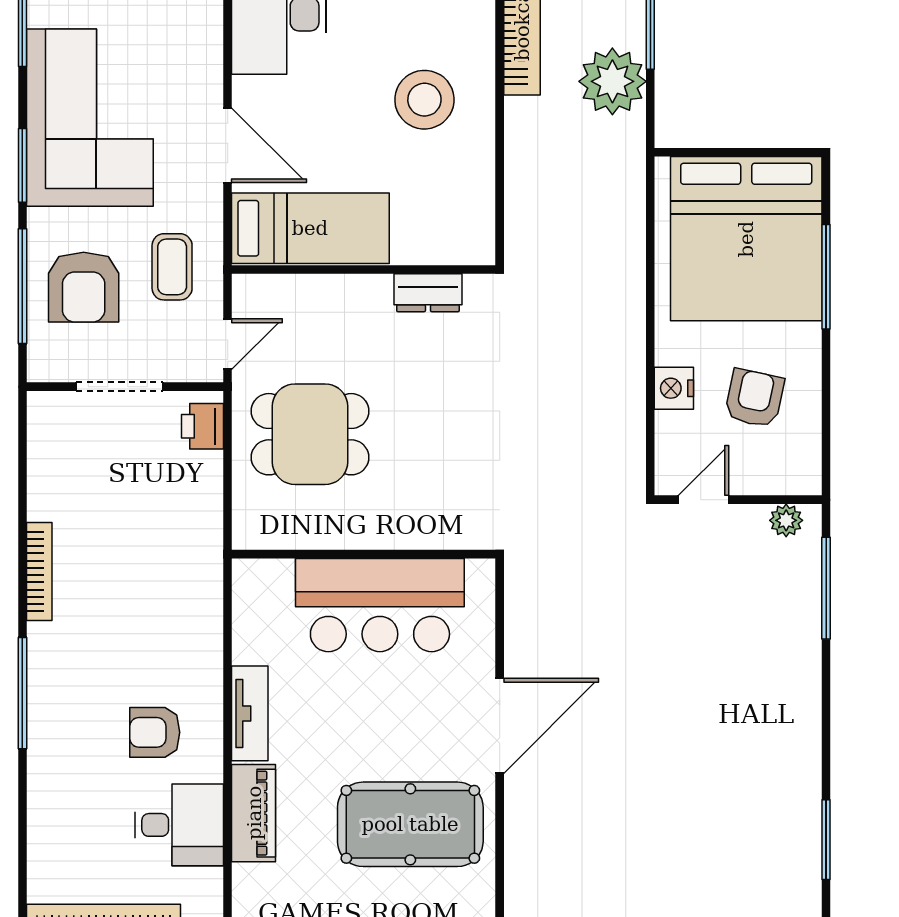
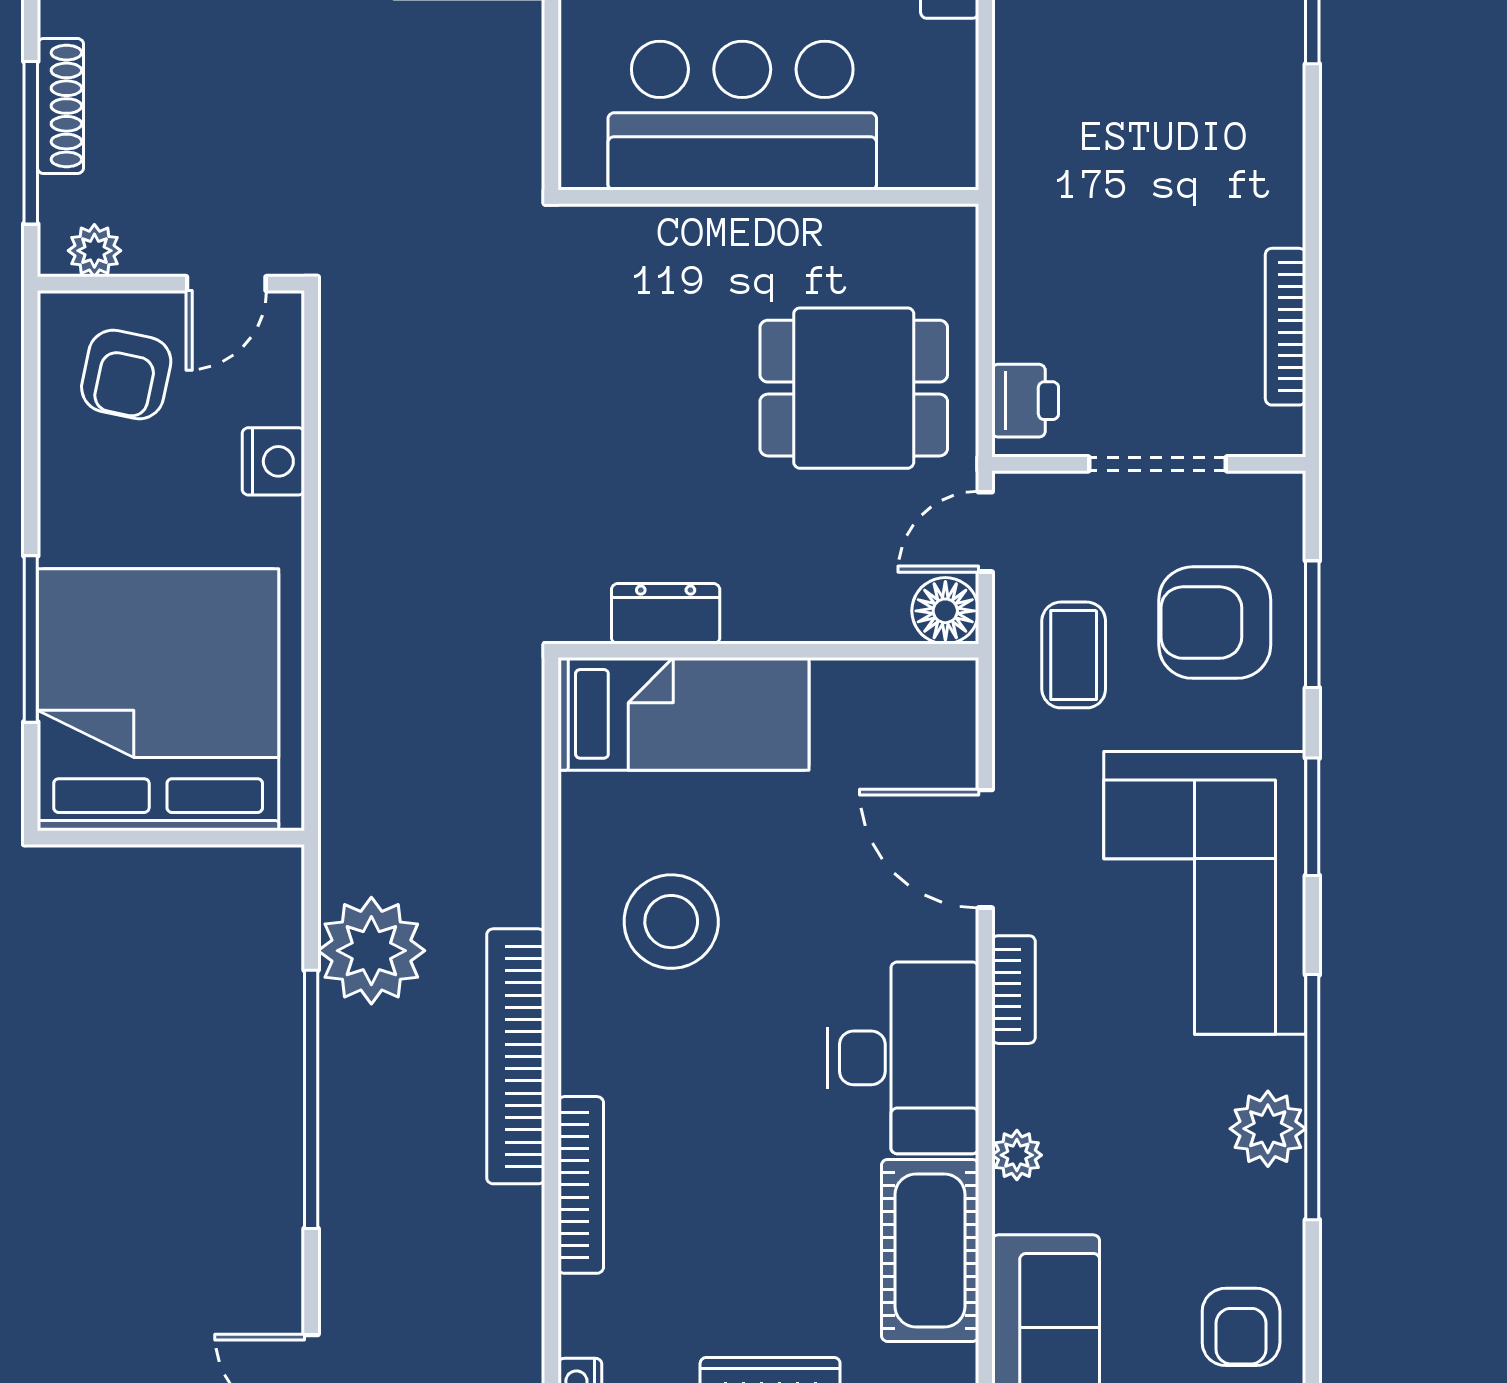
bookcase: (210, 57) -> (1014, 990), added
bed: (310, 228) -> (684, 714), moved, turned 180
window: (22, 286) -> (1312, 624), width x0.69
armchair: (84, 287) -> (1215, 623), turned -90
floor lamp: (253, 295) -> (945, 611), added
armchair: (754, 398) -> (126, 375), moved
bookcase: (39, 571) -> (1286, 327), moved
shoe rack: (807, 611) -> (60, 106), added

